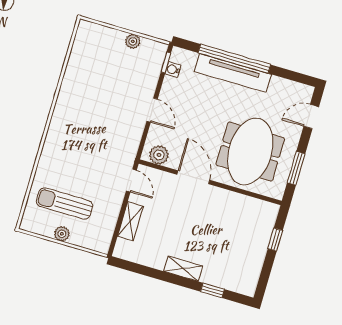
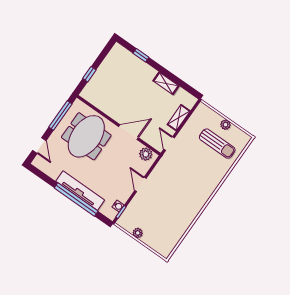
door: (311, 117) -> (39, 145), hinge flipped
window: (296, 168) -> (60, 115), width x1.44
door: (193, 177) -> (128, 132), swing flipped
shelving: (183, 269) -> (166, 83), moved

